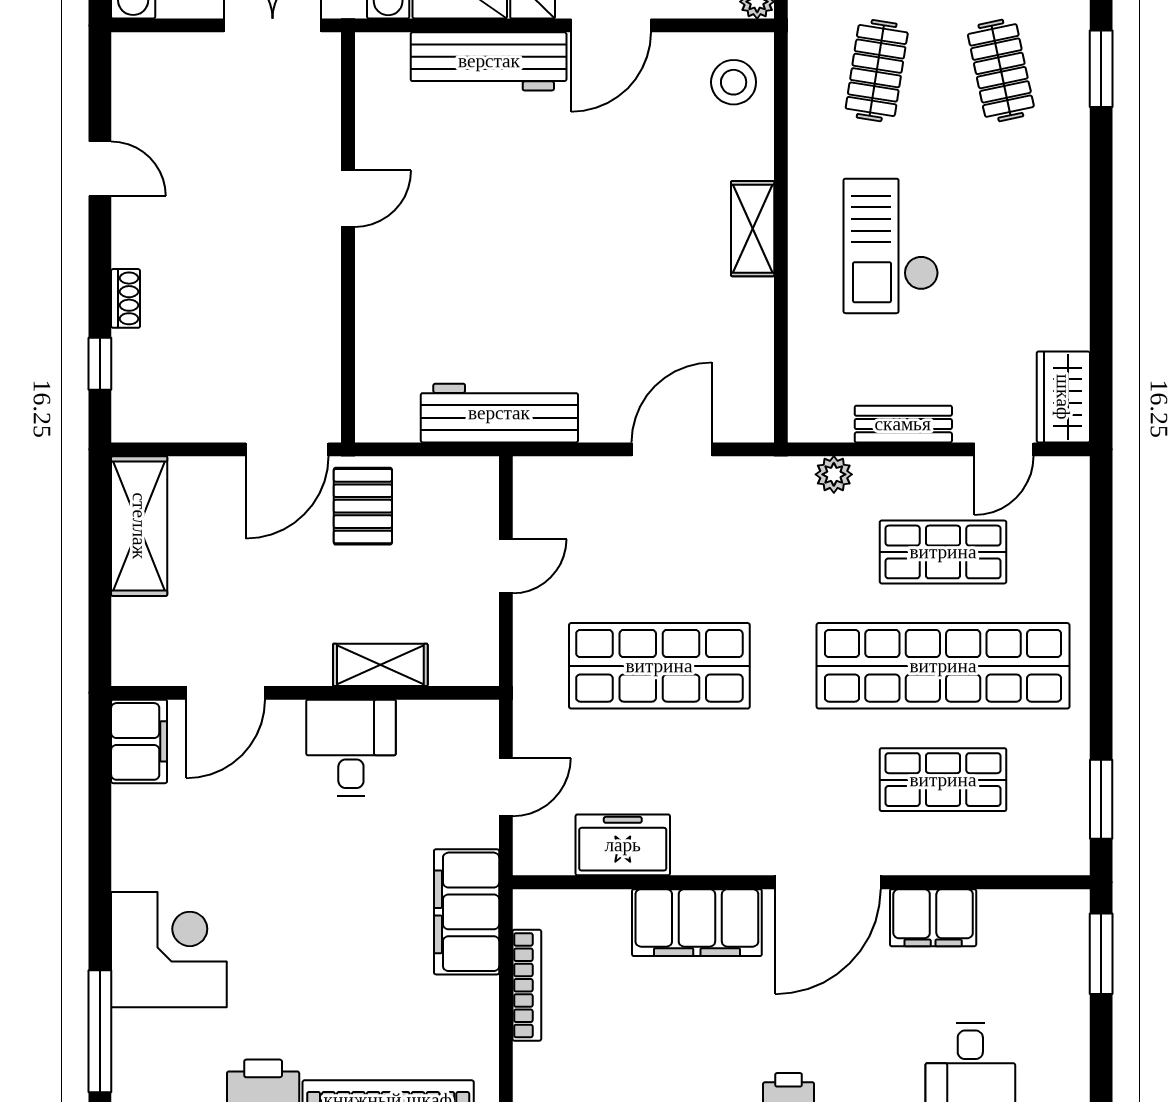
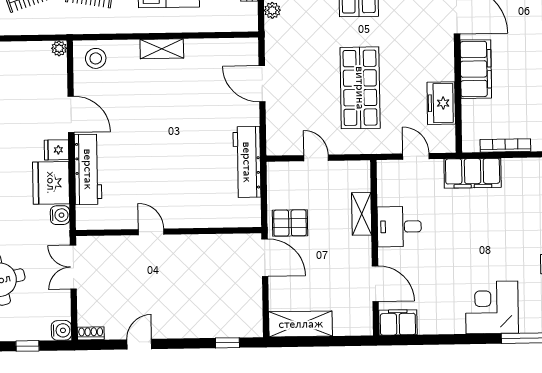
shoe rack: (126, 298) -> (91, 333), moved

